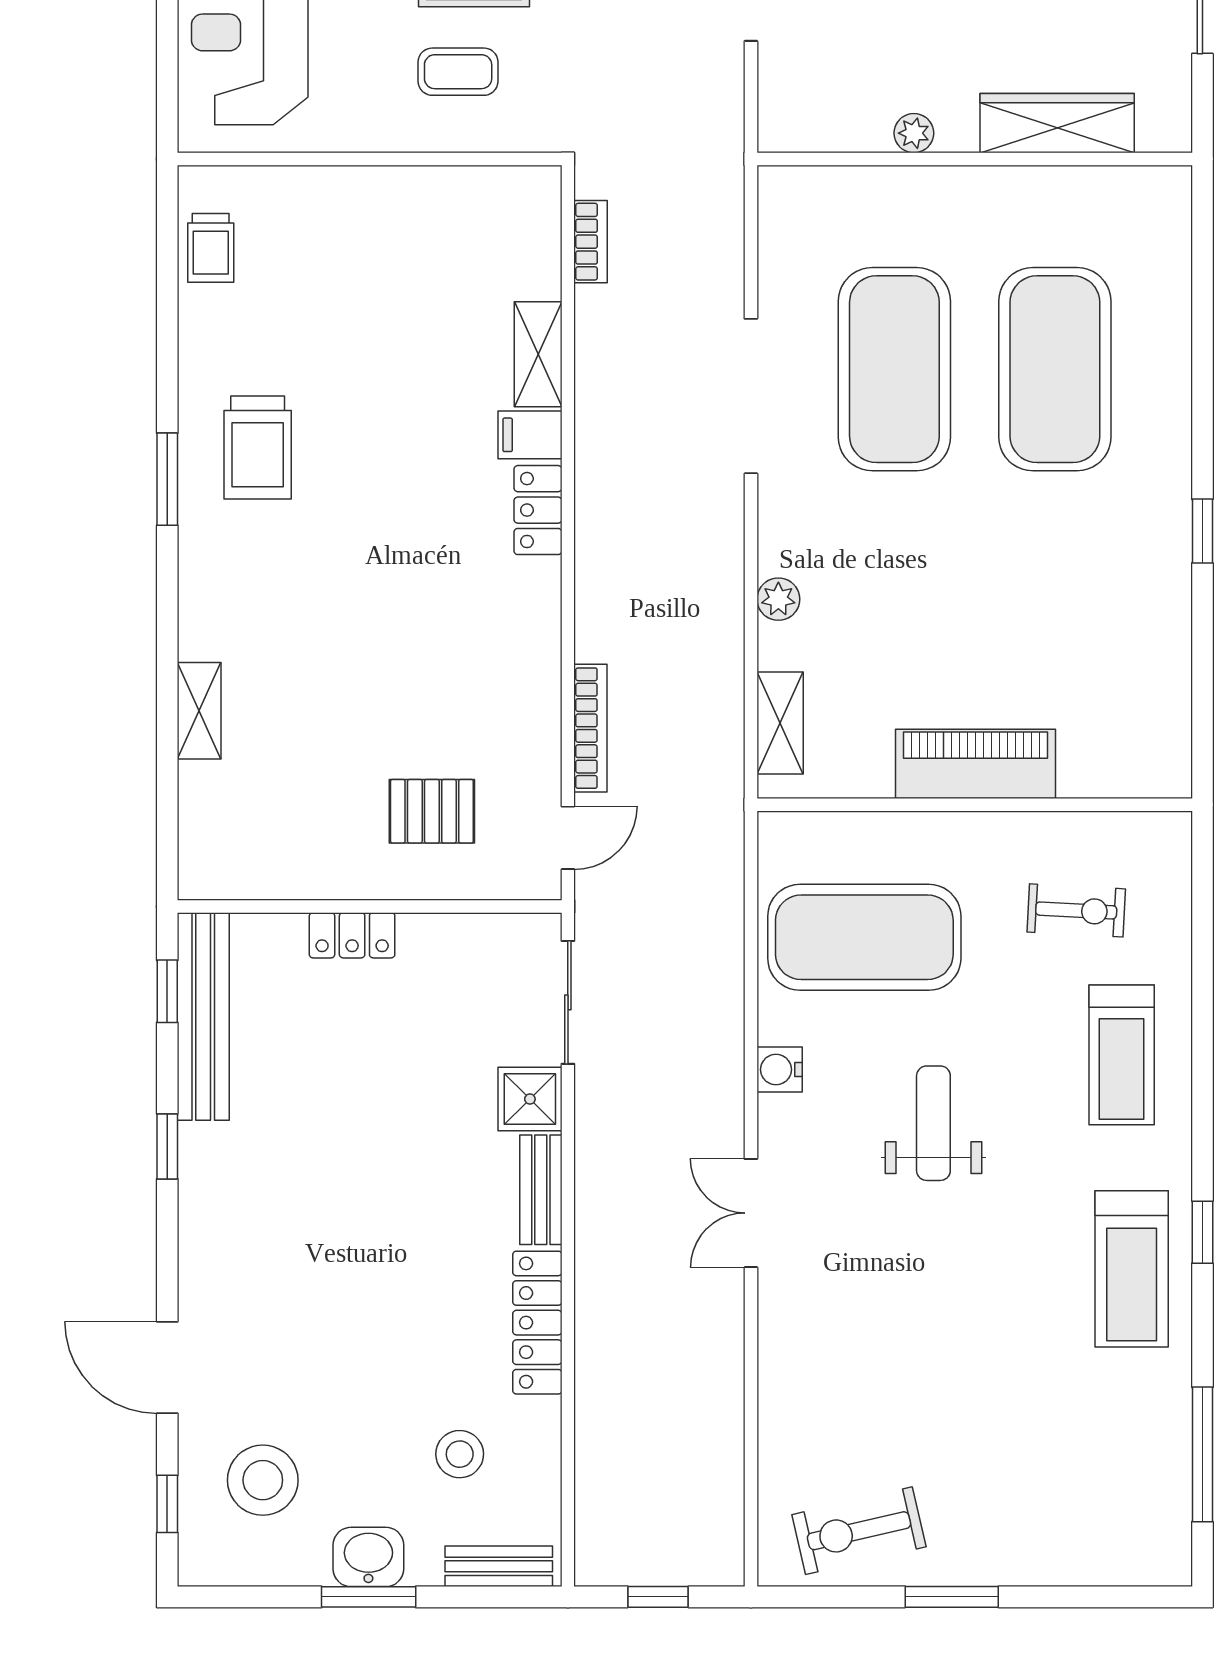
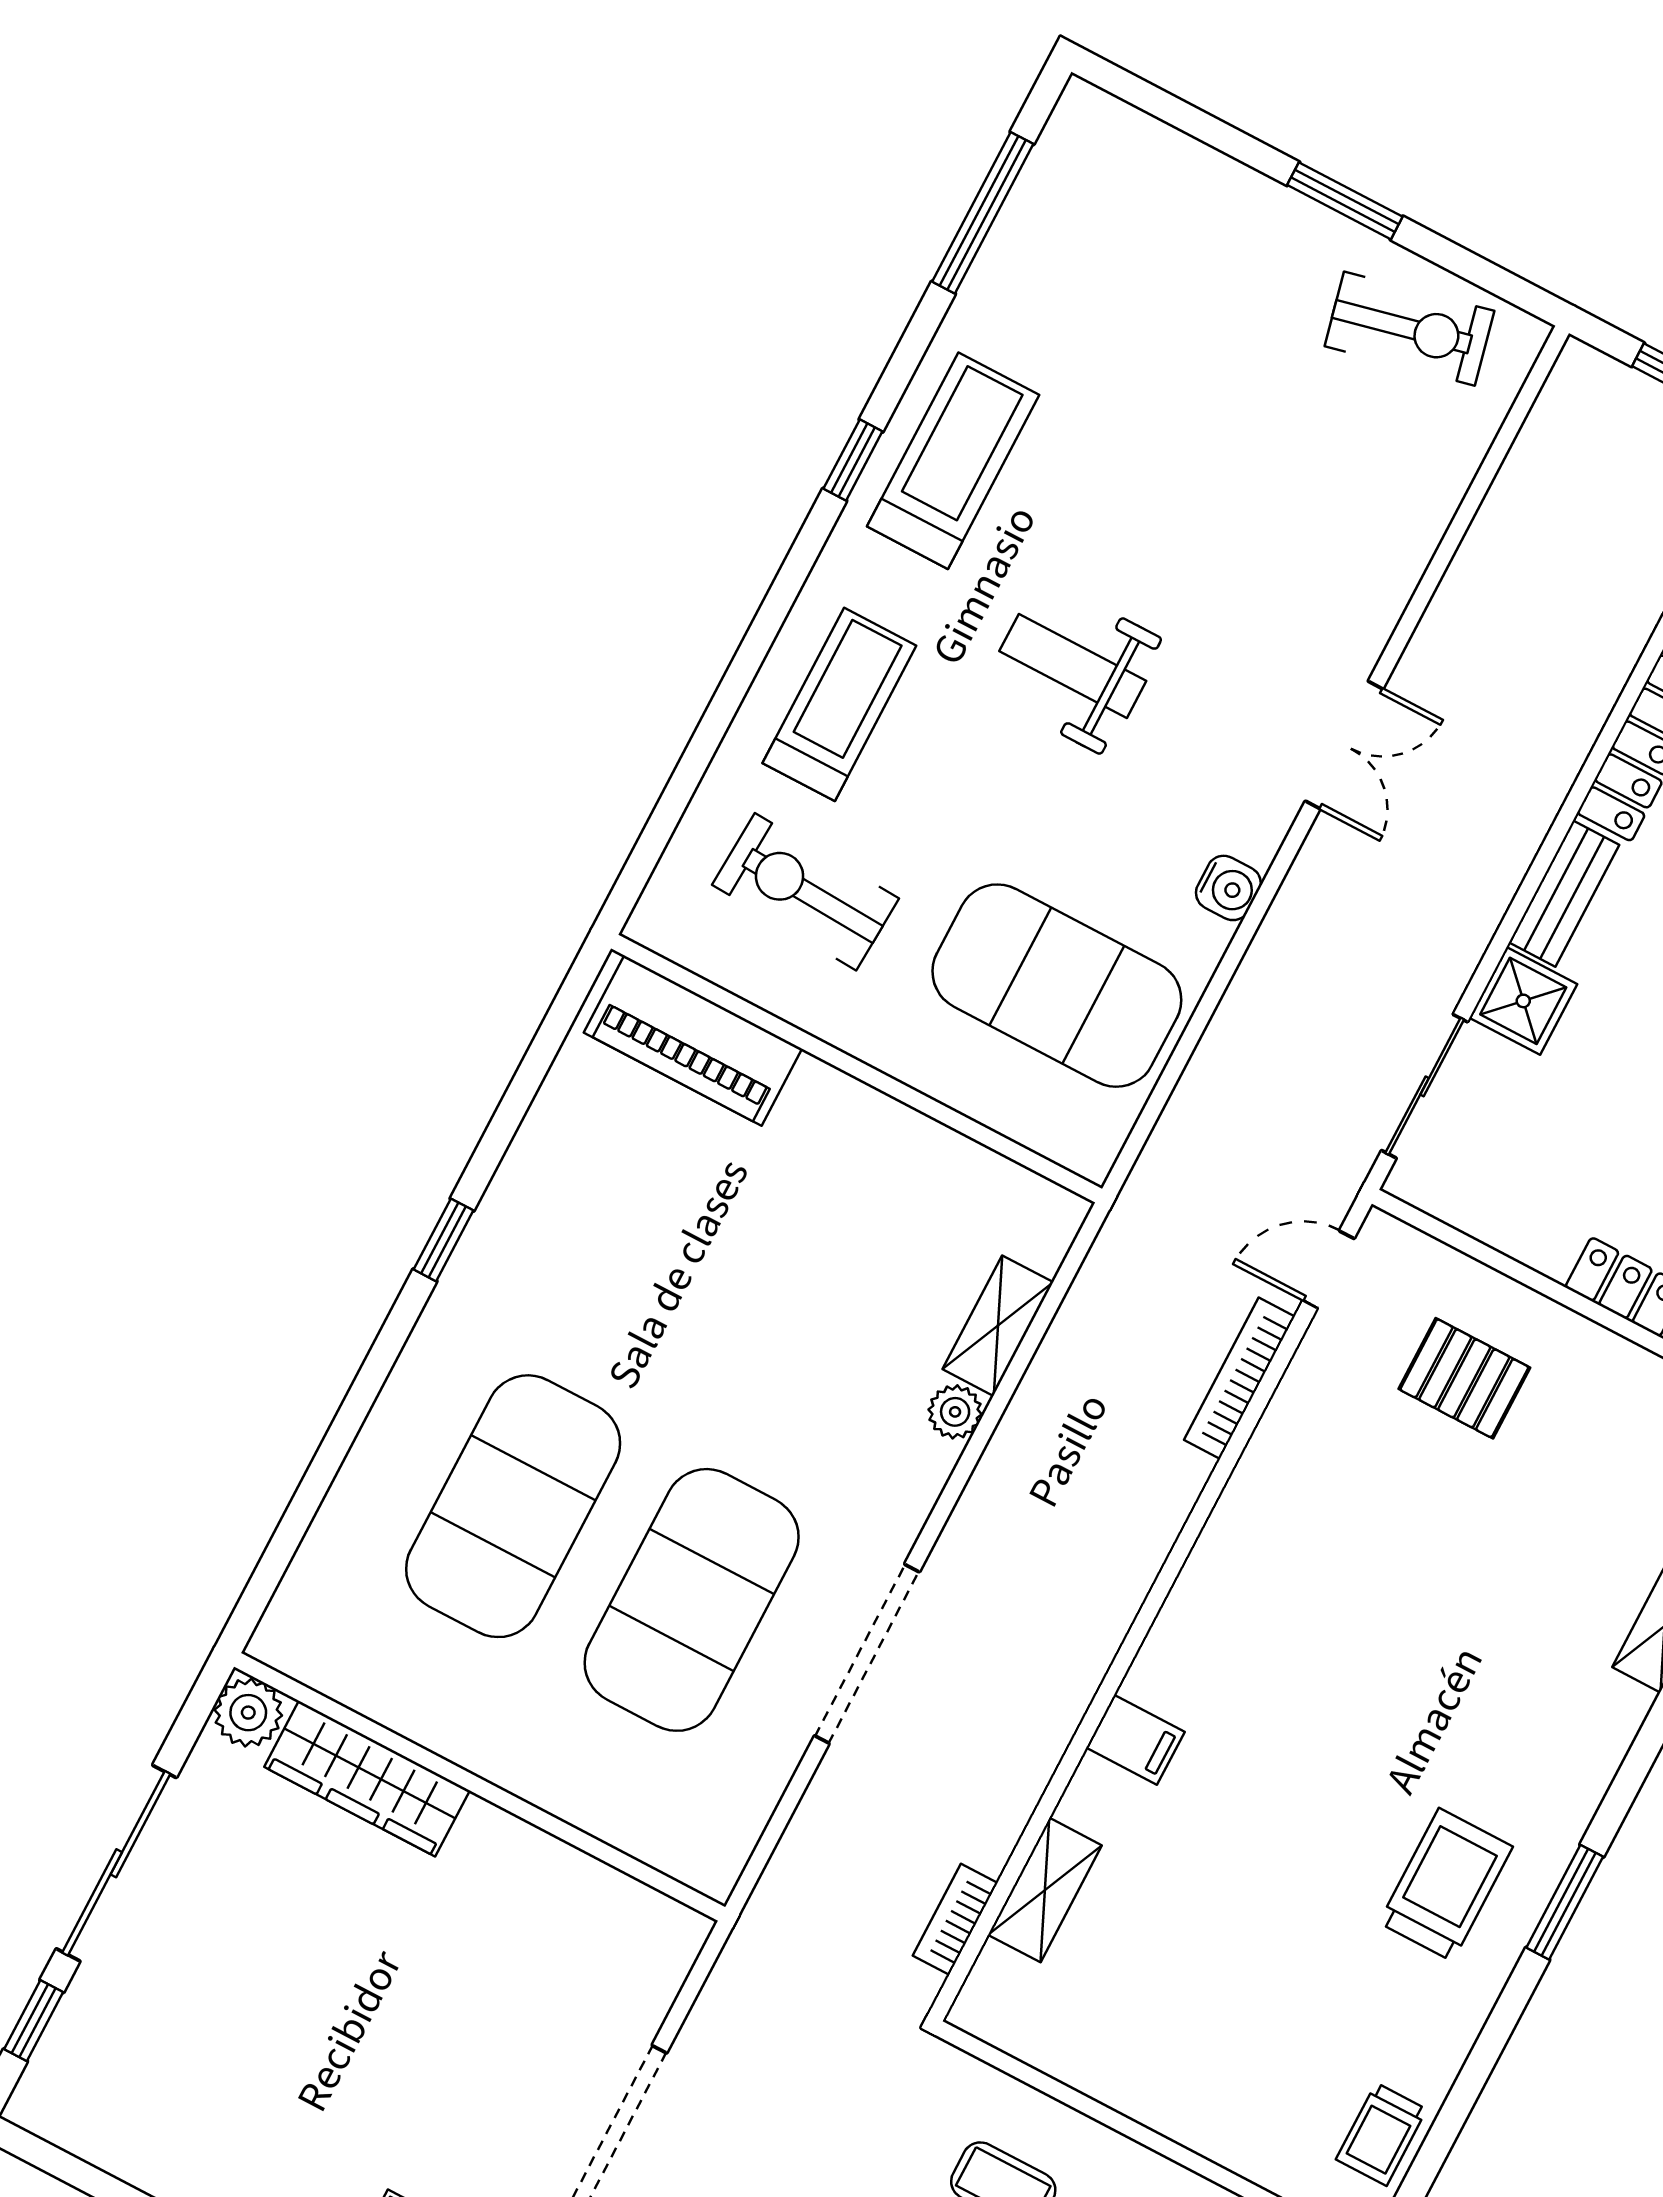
plant: (914, 133) -> (248, 1713), moved, width x1.38, depth x1.38
trolley: (211, 248) -> (1381, 2134), turned 180
shelving: (538, 354) -> (1045, 1890), moved
locker: (538, 510) -> (1170, 1651), removed
shelving: (780, 723) -> (998, 1326), moved
piano: (975, 764) -> (693, 1041), moved
exercise bike: (1076, 910) -> (806, 892), width x1.38, depth x1.39
weight bench: (933, 1123) -> (1073, 666), moved, turned 90

